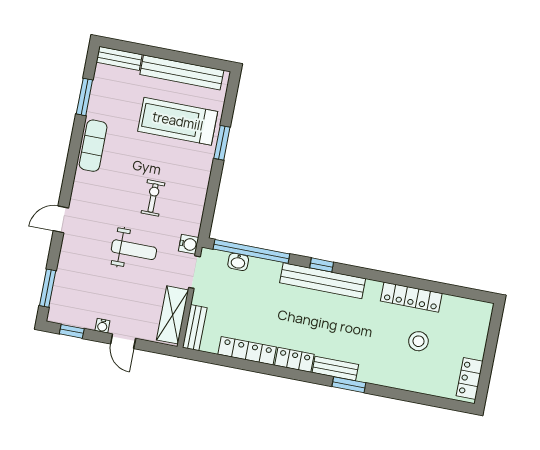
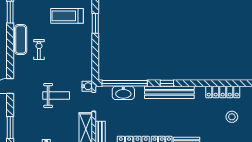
treadmill: (178, 121) -> (67, 16), width x0.73, depth x0.73
exercise bike: (153, 198) -> (39, 50), moved
washbasin: (238, 262) -> (123, 93), width x1.91, depth x1.45

